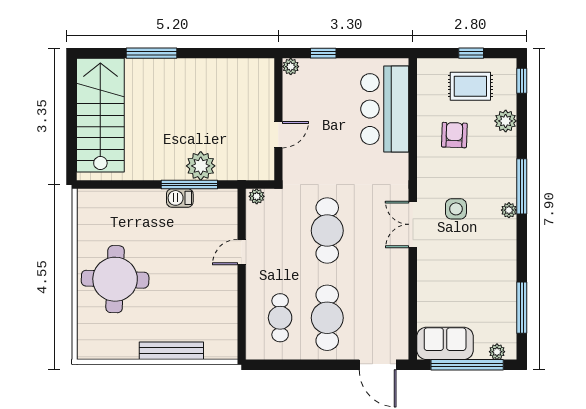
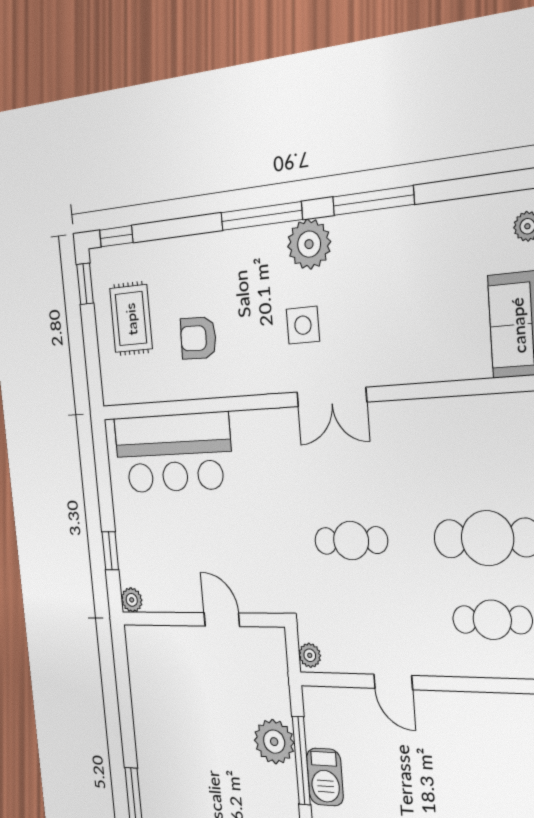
window: (471, 53) -> (85, 284), moved
plant: (506, 121) -> (172, 256), removed
barbecue: (180, 198) -> (325, 777), width x1.38, depth x1.27
plant: (509, 210) -> (309, 244), width x1.87, depth x1.87
cafe table: (327, 231) -> (351, 541), width x0.73, depth x0.74
window: (522, 308) -> (373, 201), moved

